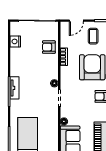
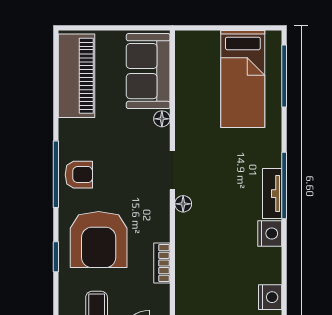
armchair: (49, 47) -> (195, 285), removed
nightstand: (16, 70) -> (270, 234), added

